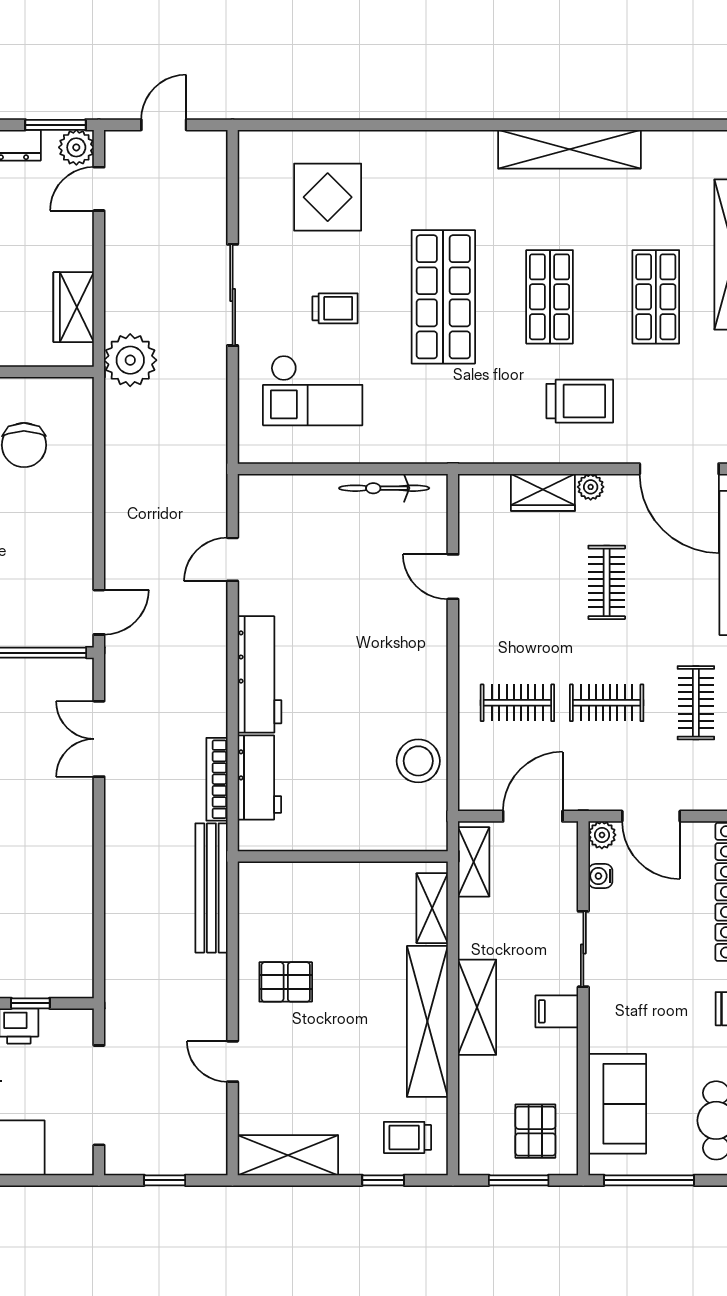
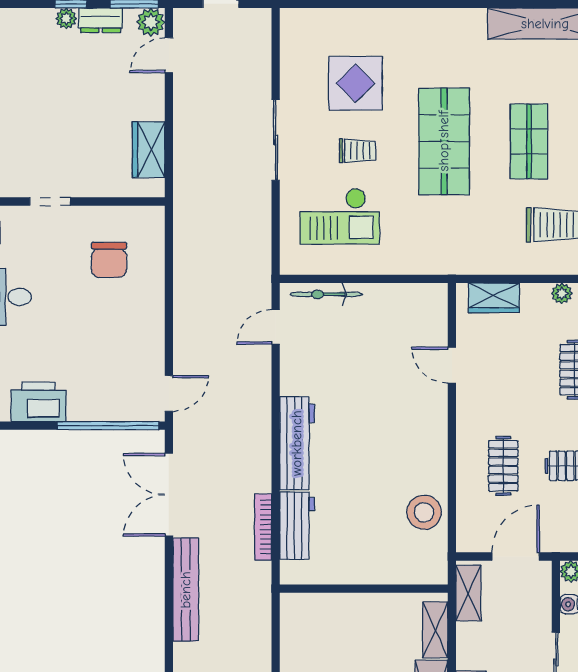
display table: (328, 197) -> (356, 83), moved
plant: (130, 360) -> (194, 192), removed
bicycle: (384, 488) -> (326, 294), moved
wardrobe: (543, 492) -> (494, 298), moved
door: (233, 559) -> (276, 327), moved
clothes rail: (517, 703) -> (503, 466), turned 90
double door: (99, 739) -> (169, 495), width x1.37
bench: (211, 888) -> (186, 590), moved

